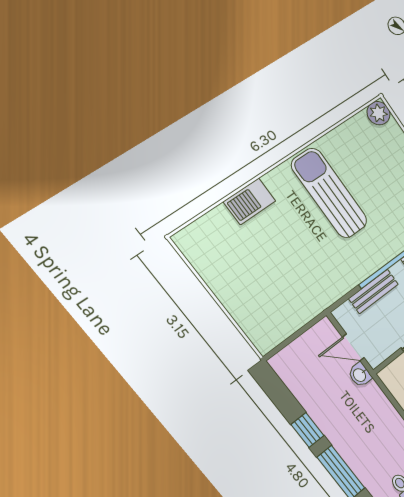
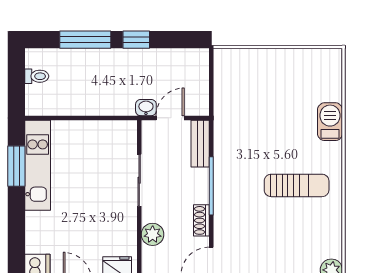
sun lounger: (330, 193) -> (297, 185), width x0.73, depth x0.75
bench: (374, 291) -> (200, 144), moved

